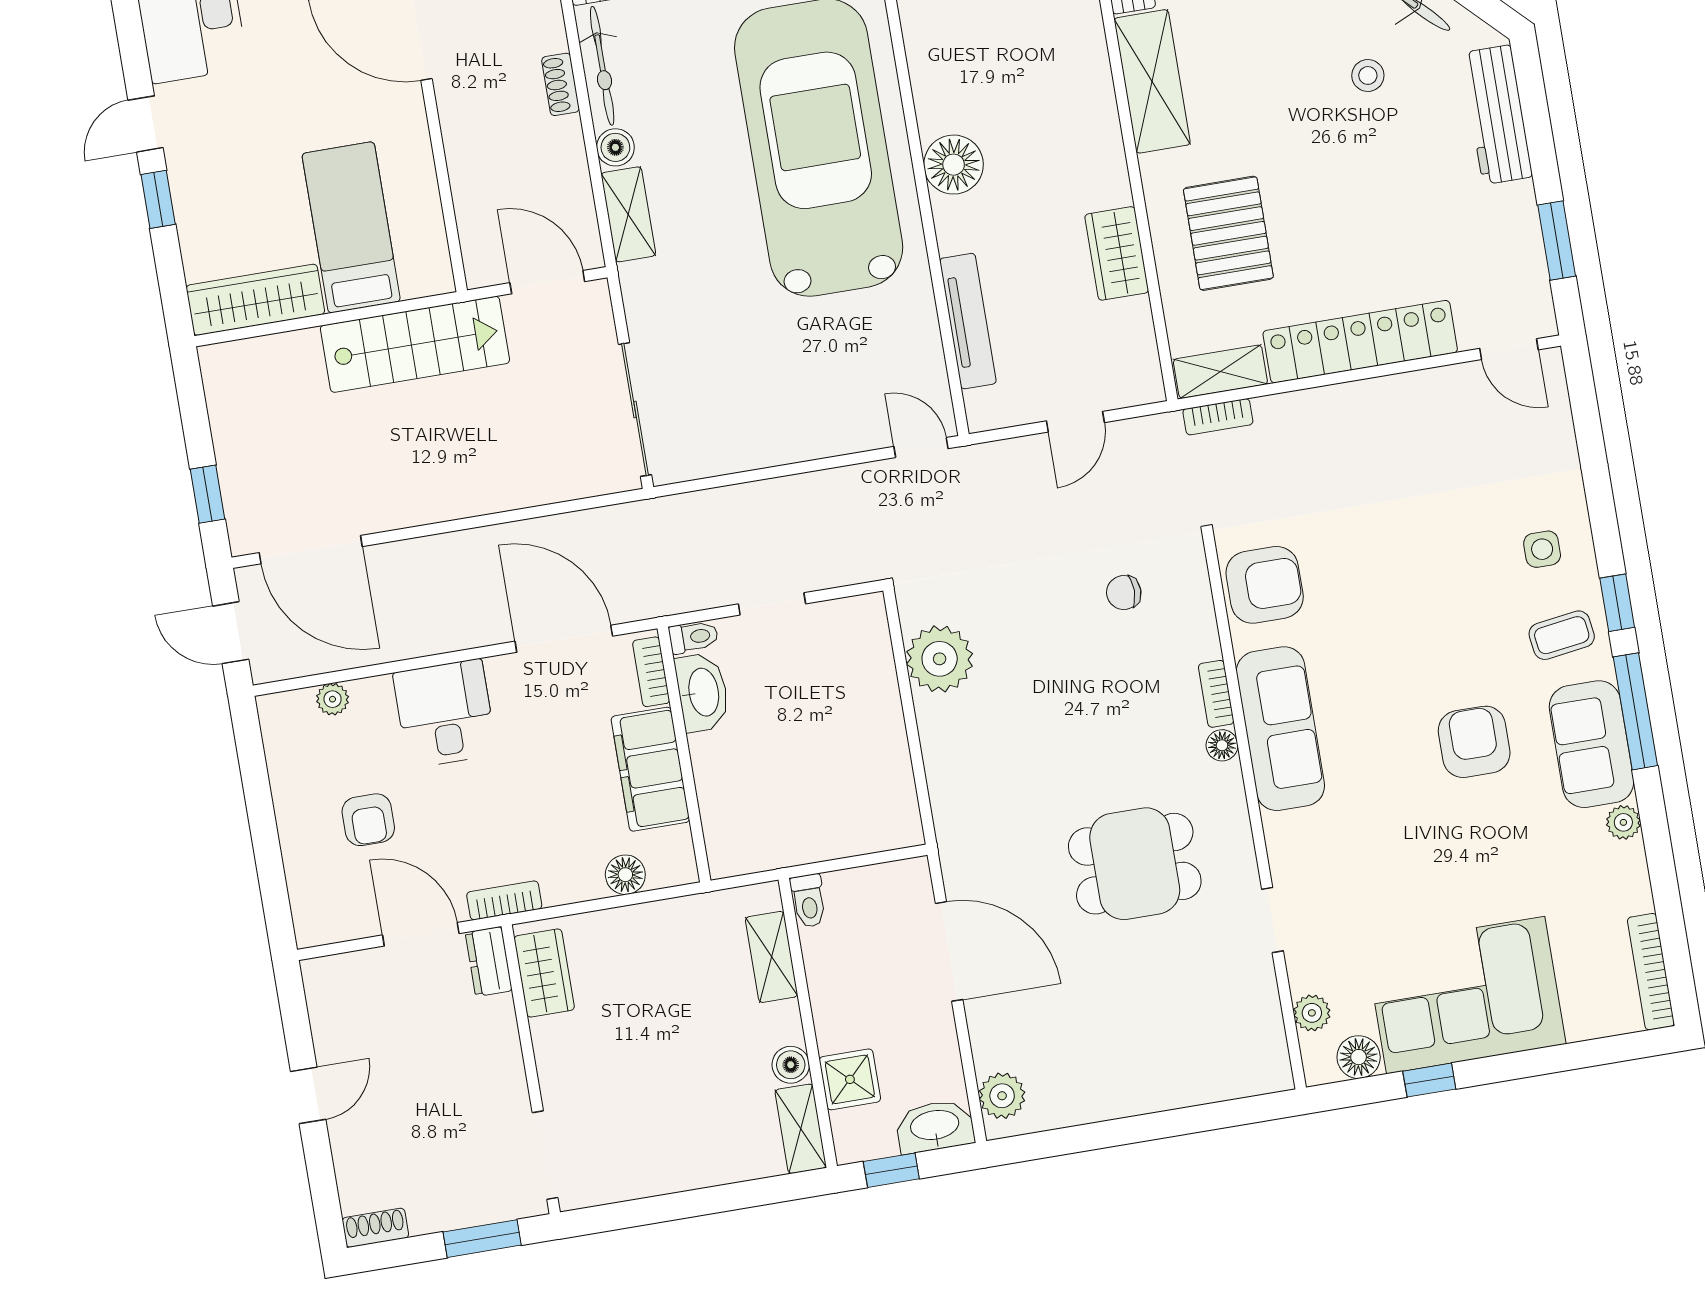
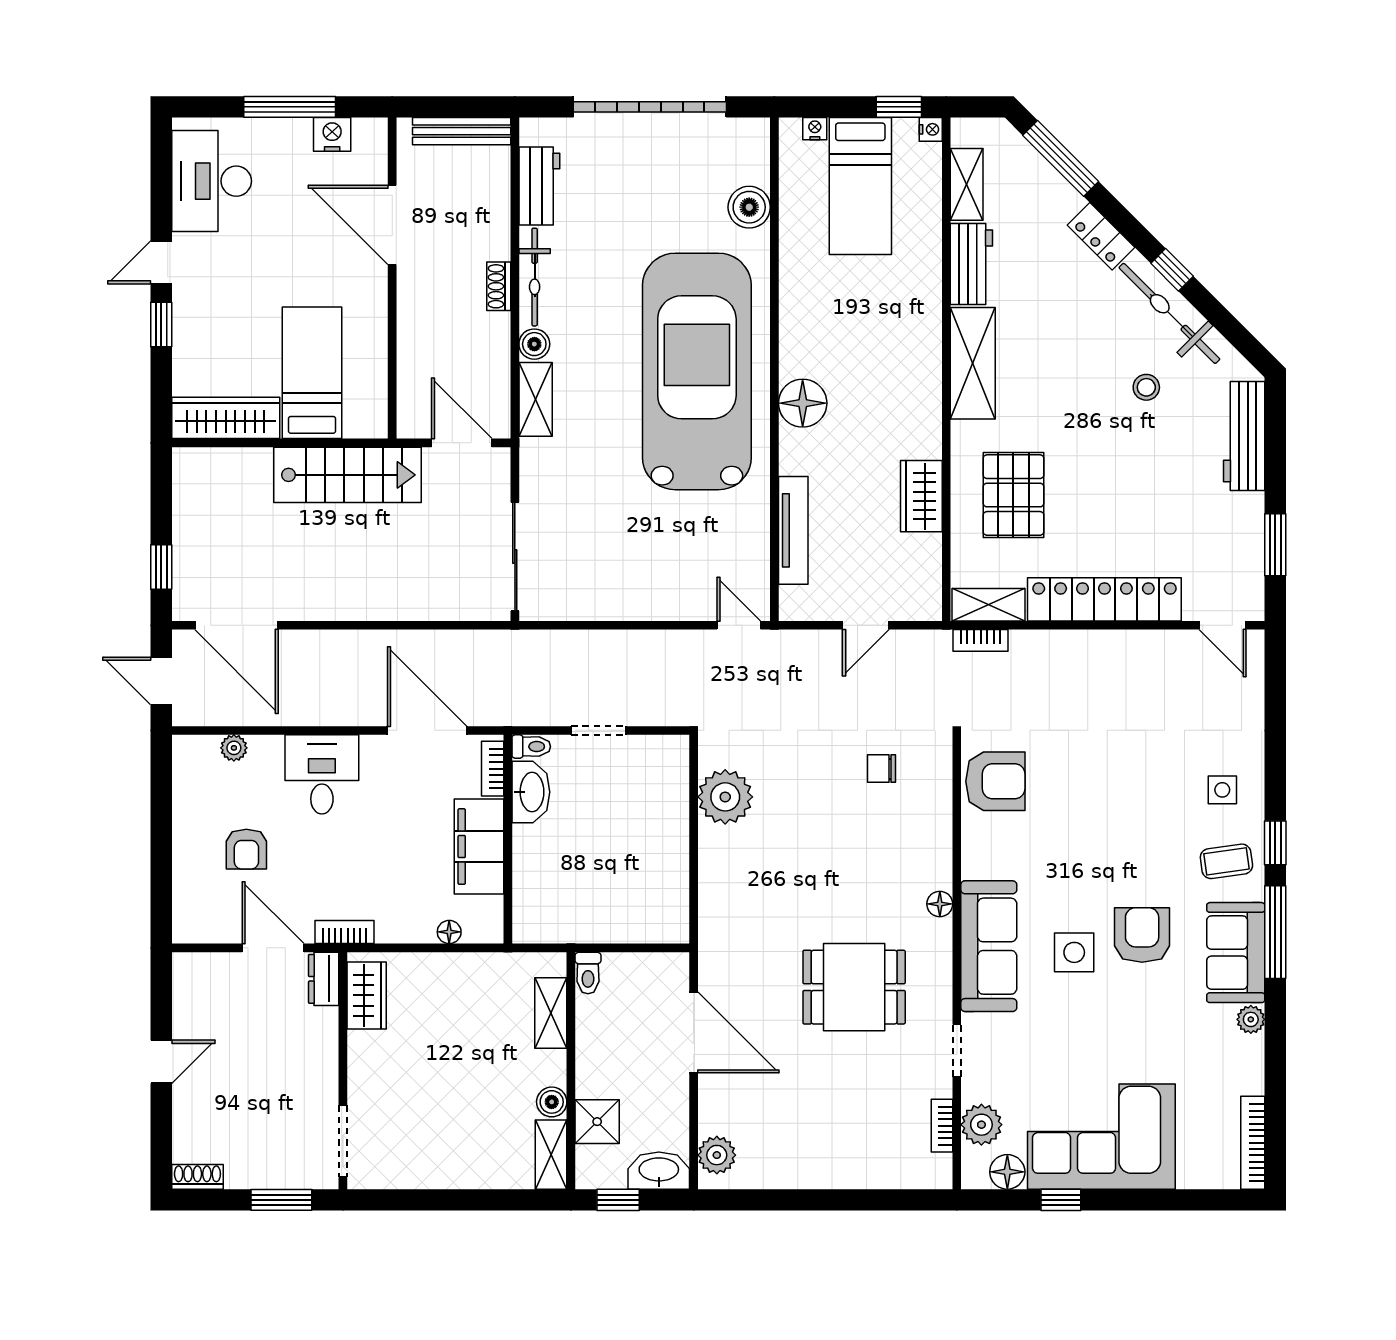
bookcase: (1216, 694) -> (942, 1126), moved
sofa: (1280, 729) -> (989, 946), moved
side table: (1395, 777) -> (1074, 952), added
floor lamp: (625, 875) -> (449, 932), width x0.73, depth x0.73
plant: (1312, 1013) -> (981, 1125), width x1.38, depth x1.38

